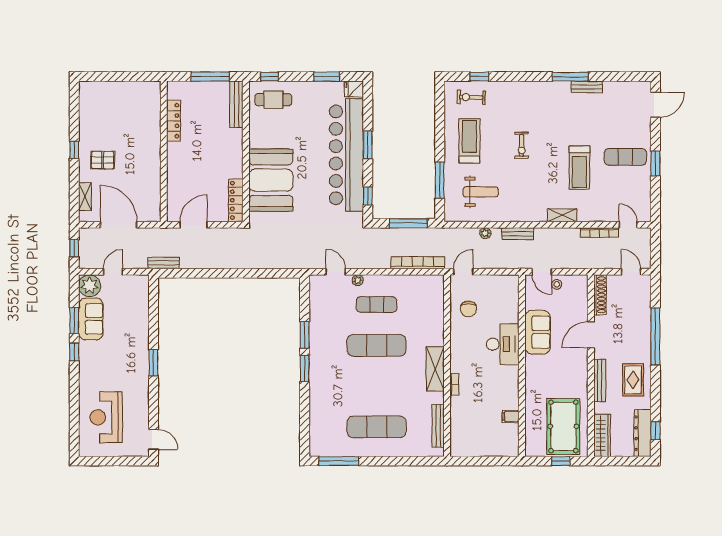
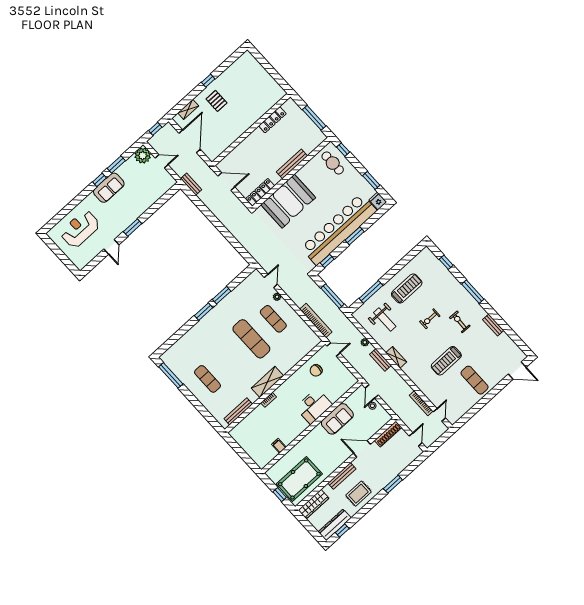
window: (570, 77) -> (473, 292), moved
exercise bike: (471, 97) -> (460, 322), moved
bench: (236, 104) -> (292, 164), moved
window: (655, 163) -> (486, 399), removed
shelving: (562, 215) -> (396, 357), moved
sofa: (91, 319) -> (109, 188), moved
window: (655, 336) -> (393, 484), width x0.47
exercise mat: (377, 427) -> (207, 379), width x0.73, depth x0.69
door: (153, 439) -> (111, 247), moved

